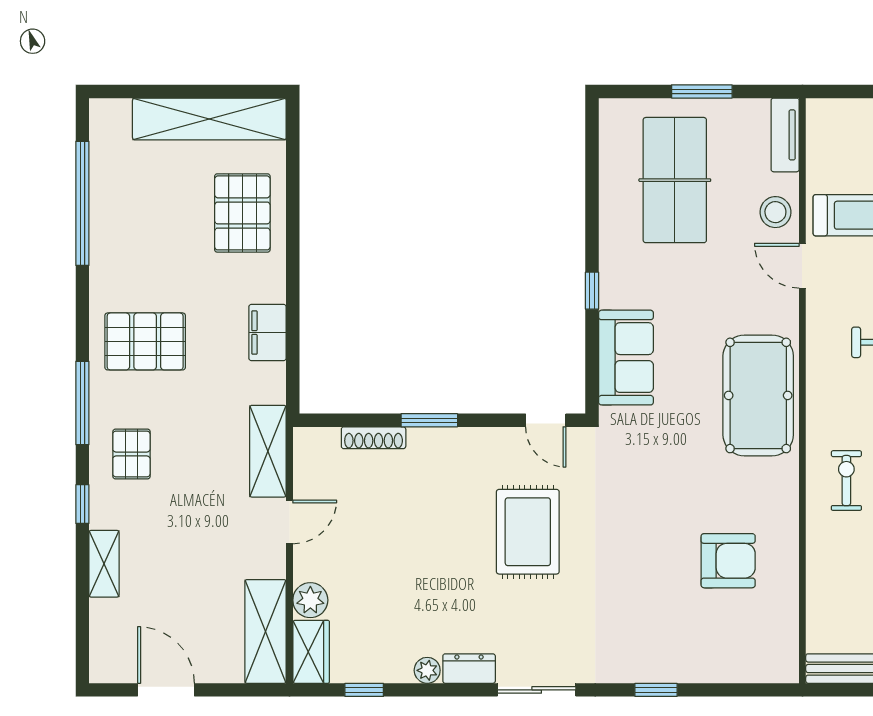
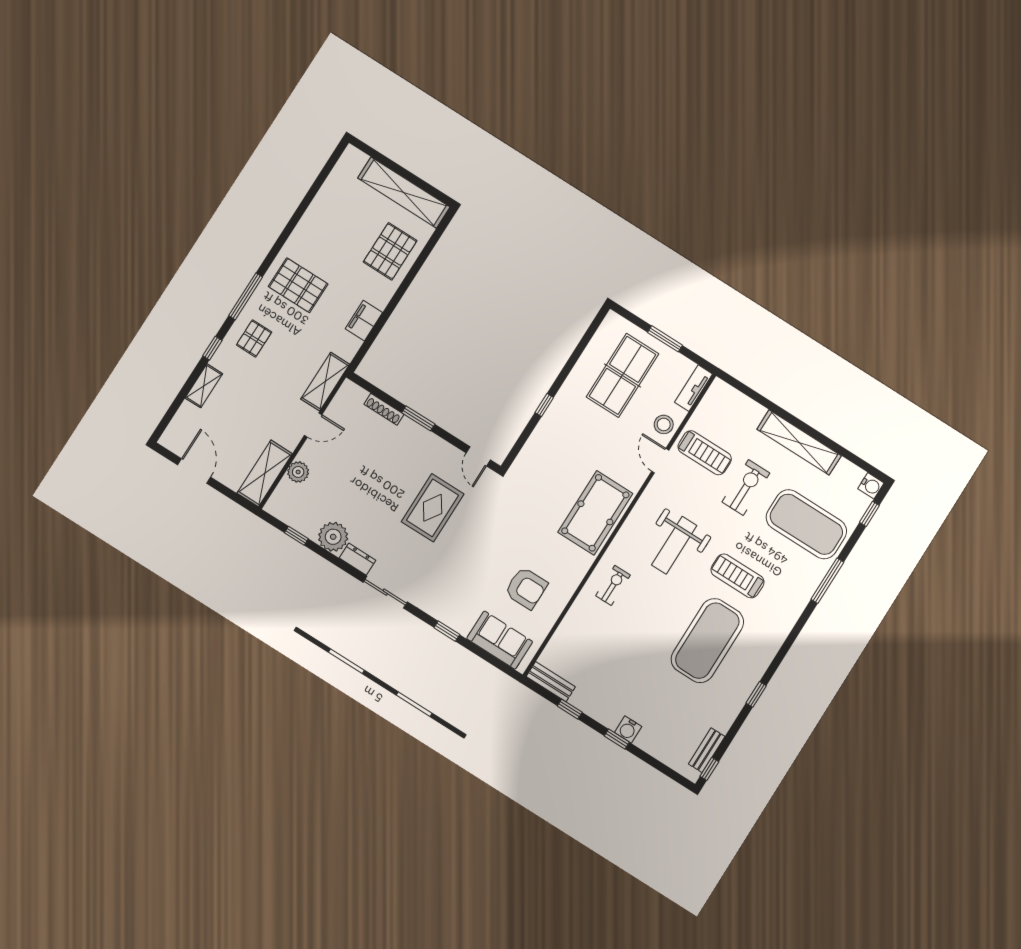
window: (82, 203) -> (311, 194), removed
sofa: (626, 358) -> (500, 640), moved, turned -90
wardrobe: (311, 652) -> (282, 499), removed
plant: (427, 670) -> (333, 537), width x1.88, depth x1.88

